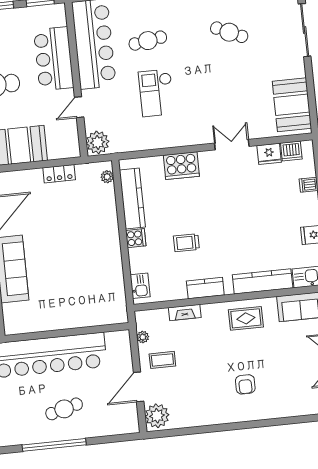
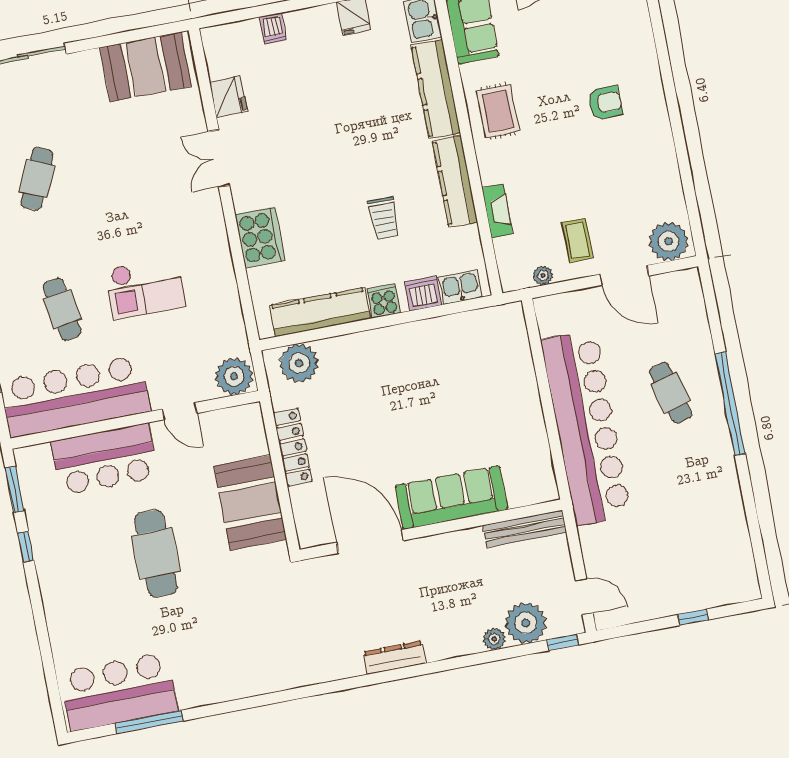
dishwasher: (291, 151) -> (423, 293), moved, turned -90
locker: (59, 174) -> (293, 447), width x1.53
plant: (107, 177) -> (299, 363), width x1.88, depth x1.88
kitchen counter: (205, 288) -> (455, 181), width x1.50

